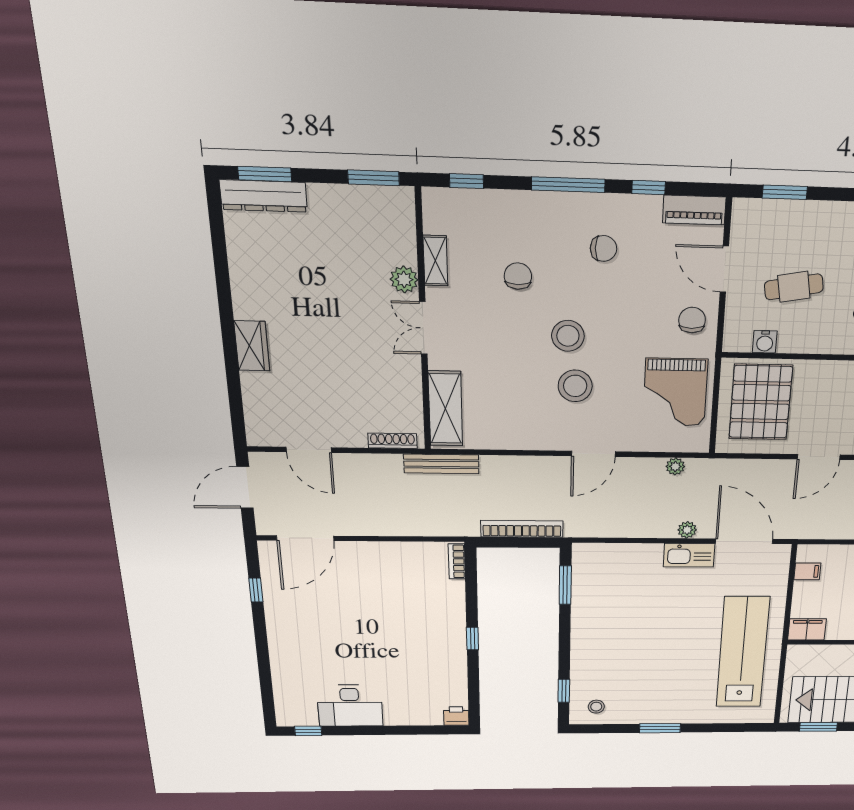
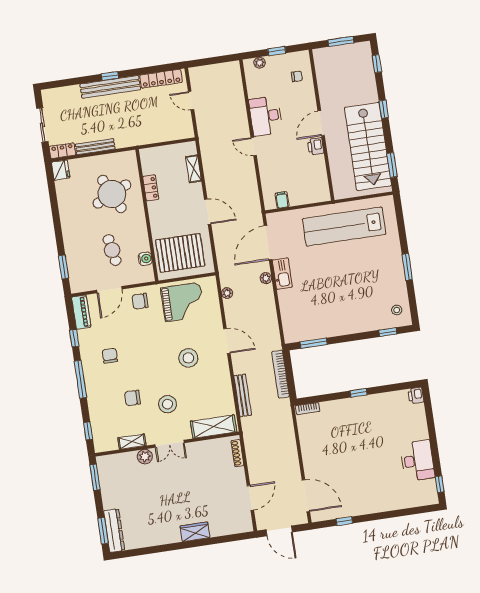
stool: (568, 336) -> (167, 404), moved
bench: (441, 464) -> (243, 395), moved
filing cabinet: (807, 629) -> (322, 190), removed

